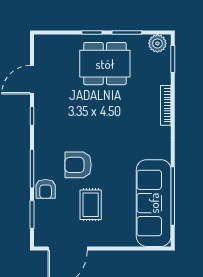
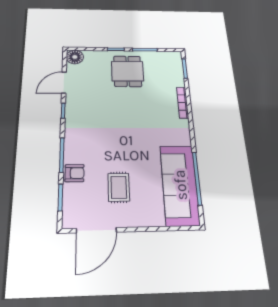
plant: (157, 43) -> (171, 57), removed
floor lamp: (44, 44) -> (75, 57), added
dining table: (105, 64) -> (128, 71), width x0.73
armchair: (78, 165) -> (106, 151), removed
armchair: (46, 189) -> (75, 173), turned -90

